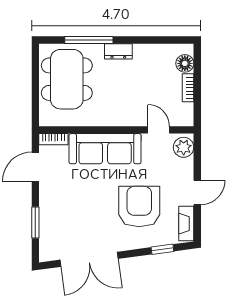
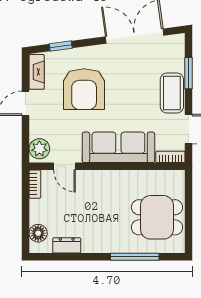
dresser: (118, 51) -> (67, 245), moved
dining table: (67, 79) -> (157, 217), width x0.73
bookcase: (188, 88) -> (35, 184), moved
coffee table: (52, 203) -> (172, 93), added

